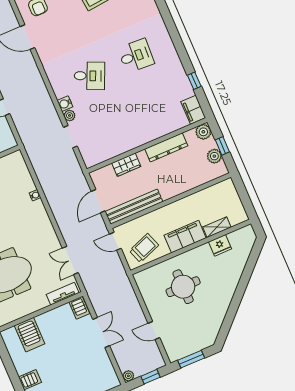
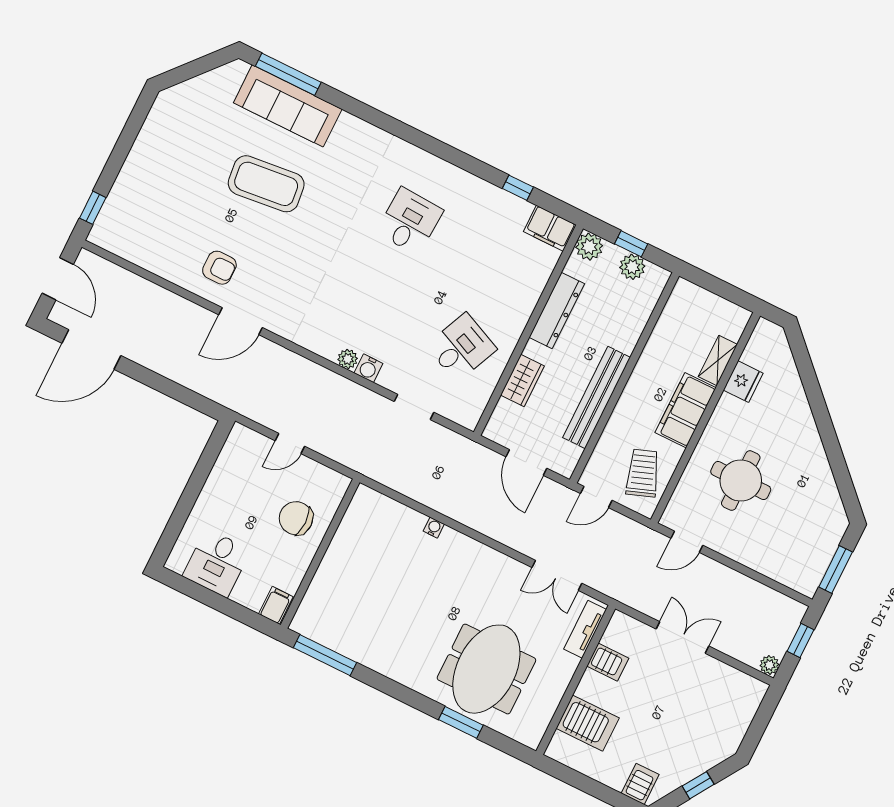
desk: (89, 76) -> (461, 347), moved
plant: (70, 115) -> (348, 359), moved
bench: (134, 207) -> (597, 397), moved
server rack: (79, 308) -> (608, 662), moved
door: (154, 331) -> (687, 542), moved

